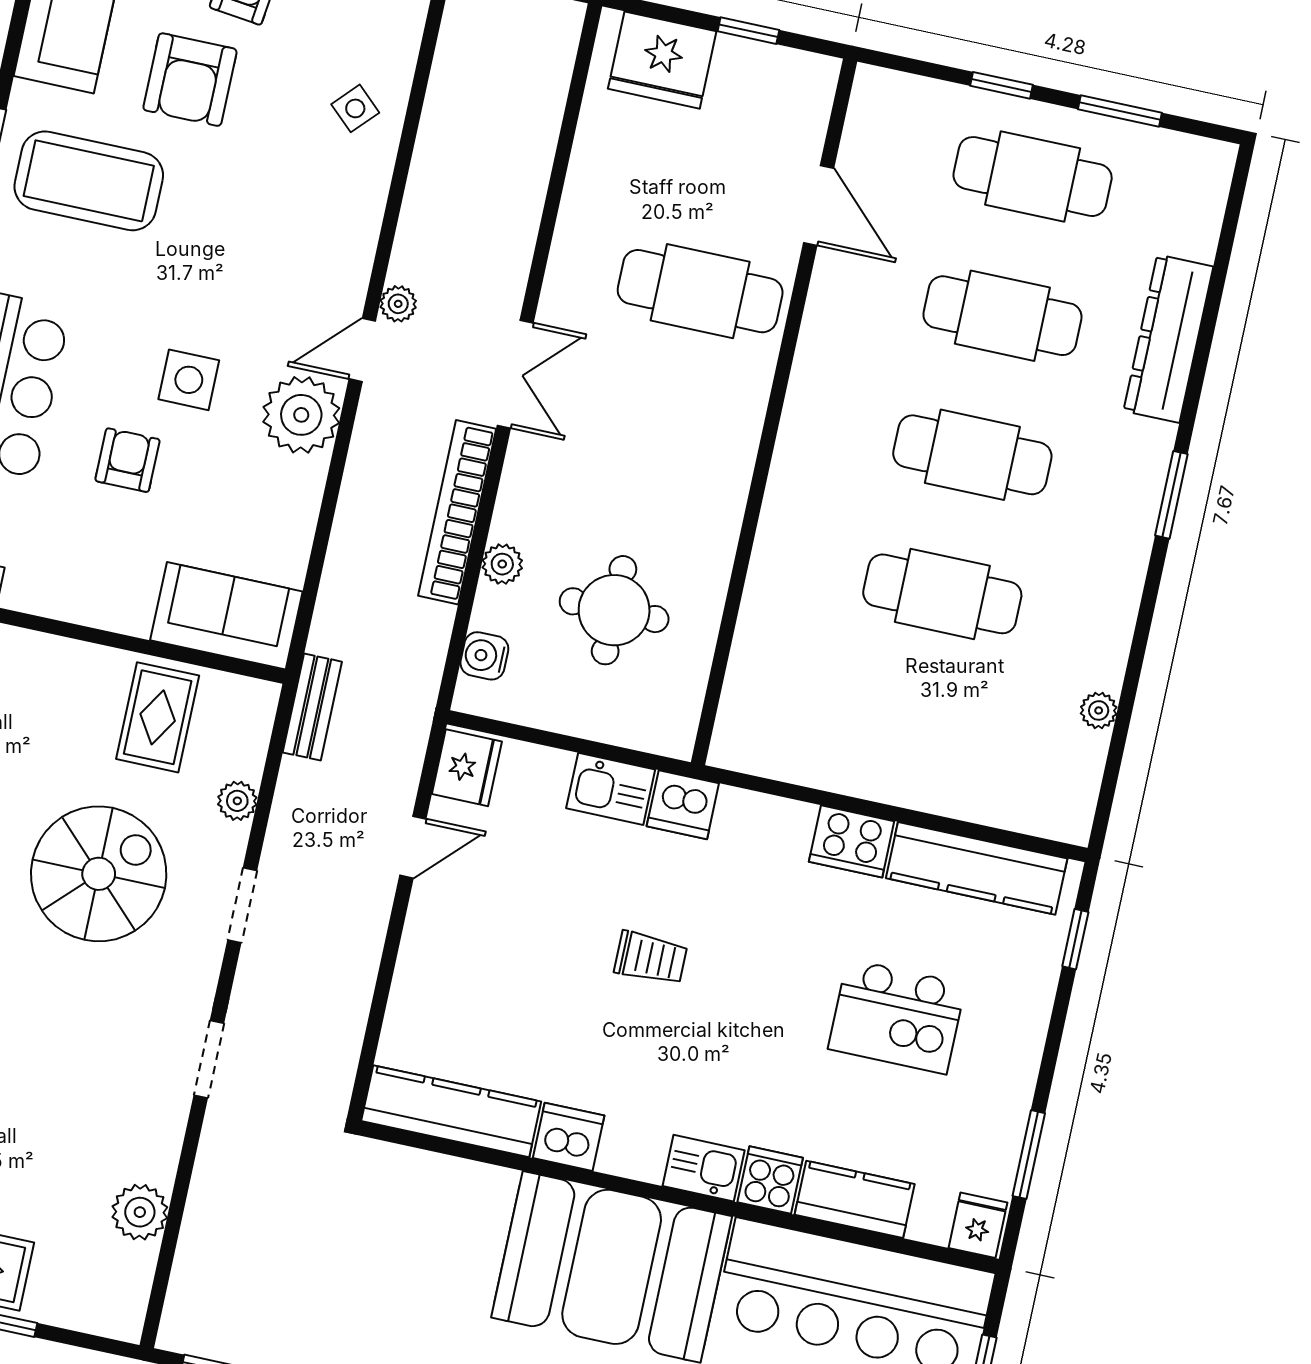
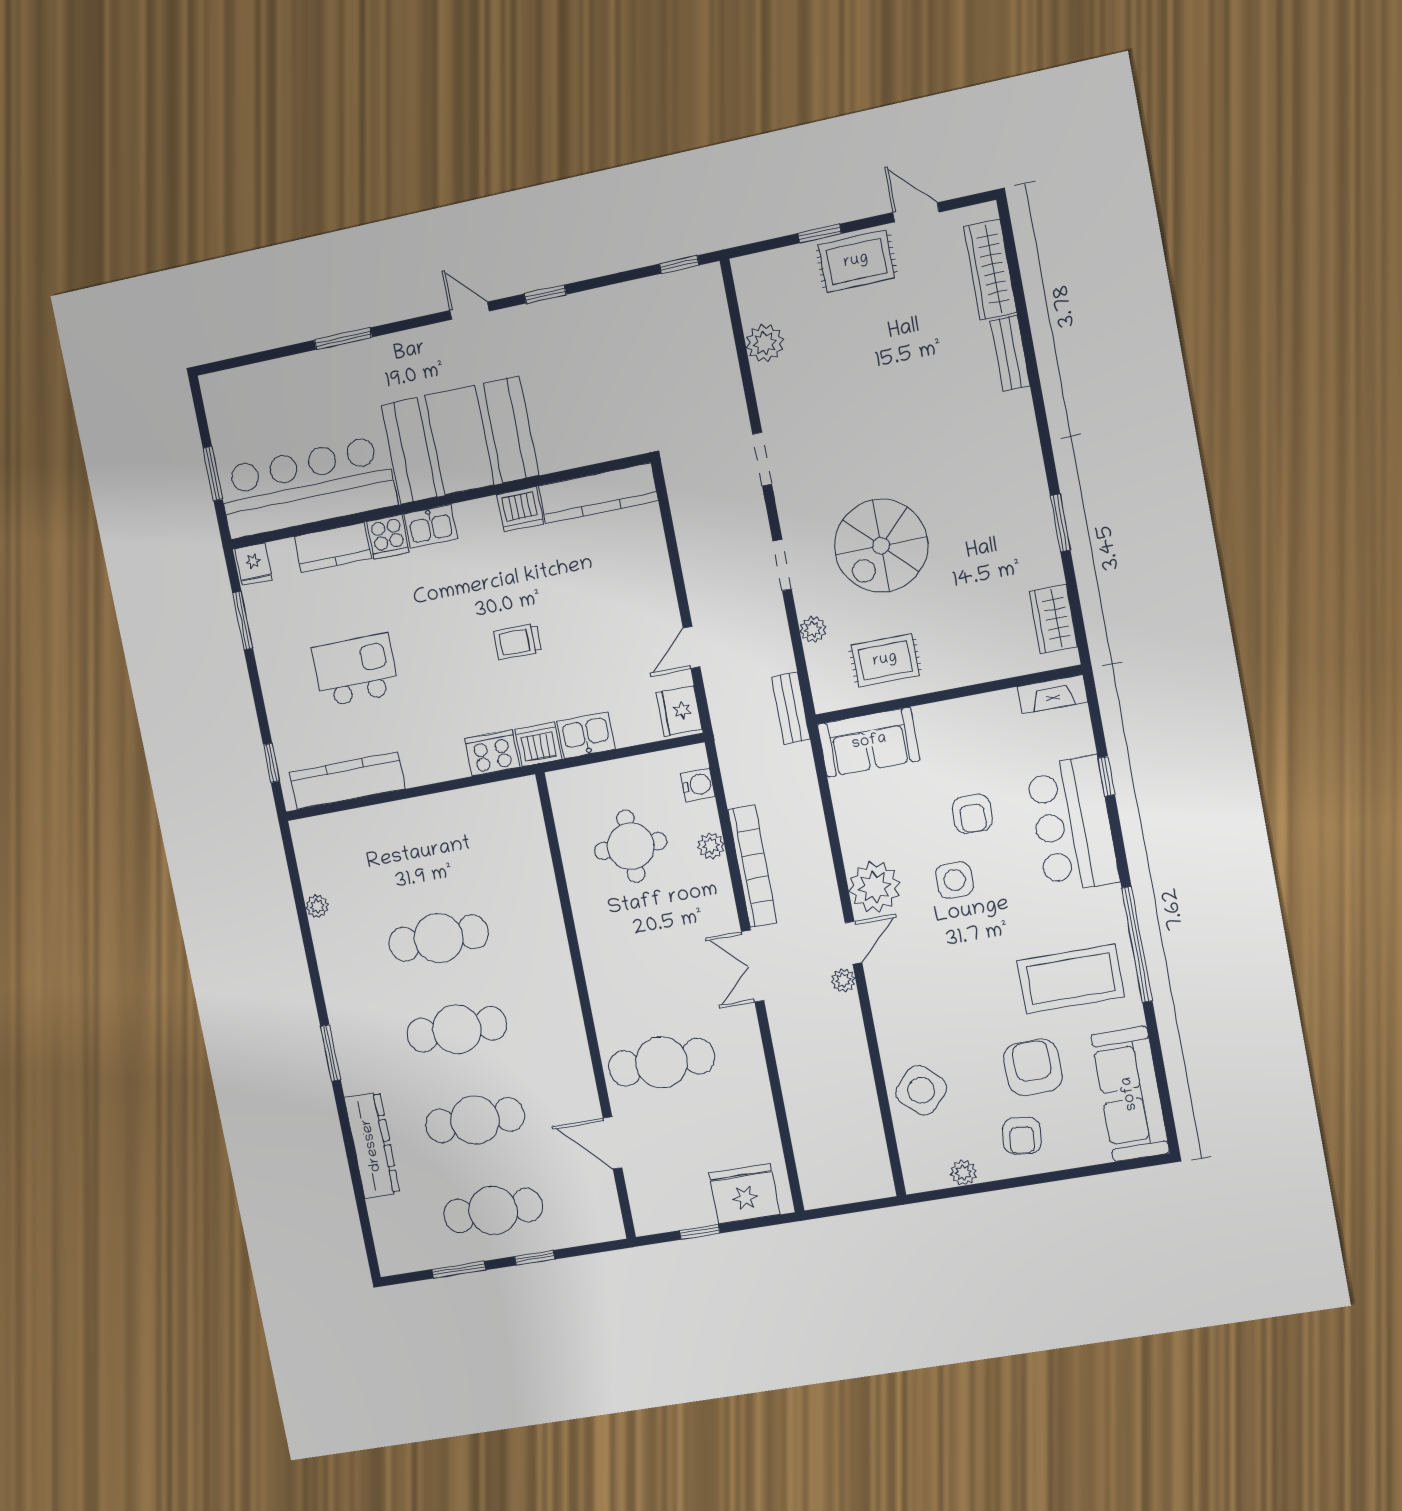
side table: (355, 108) -> (921, 1090), width x1.87, depth x1.87
rug: (158, 717) -> (885, 660), turned 90
cooker: (852, 841) -> (492, 753), moved

